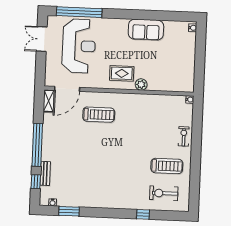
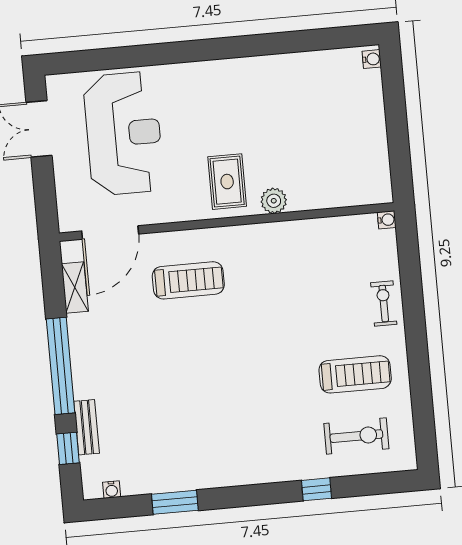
window: (79, 12) -> (114, 58), removed
sofa: (146, 30) -> (268, 77), removed
rug: (122, 73) -> (227, 182), turned 90
shelving: (49, 101) -> (75, 288), moved
exercise bike: (164, 193) -> (356, 436), turned 180
window: (69, 211) -> (175, 502), moved

